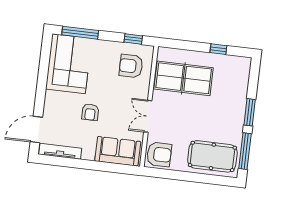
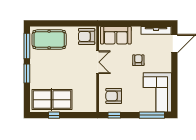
armchair: (131, 66) -> (114, 96), turned 180
table tennis table: (184, 78) -> (52, 100), moved

